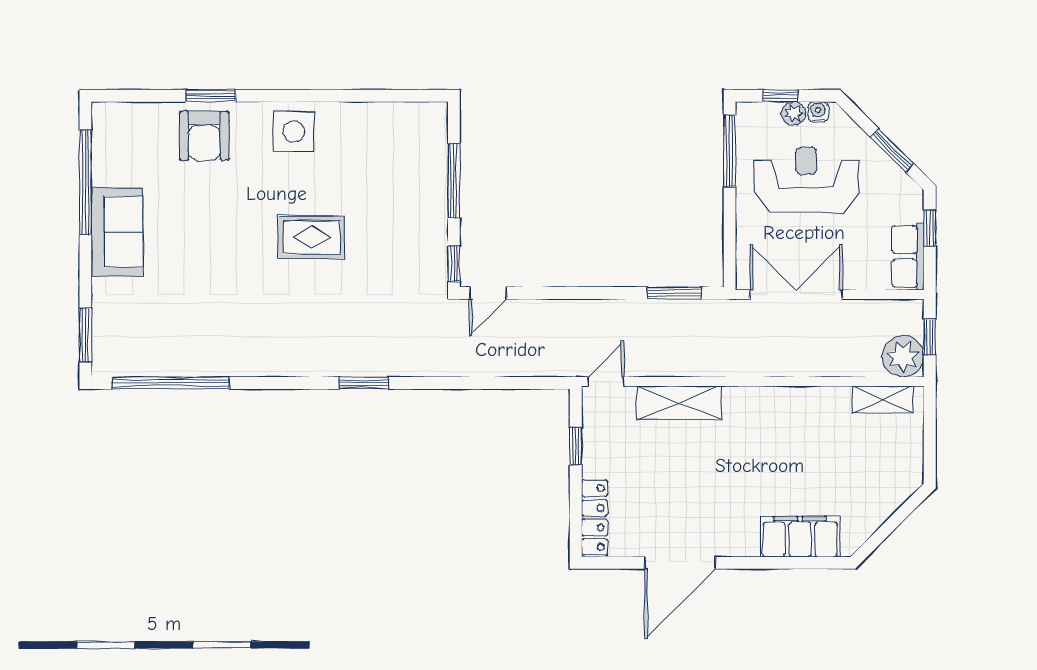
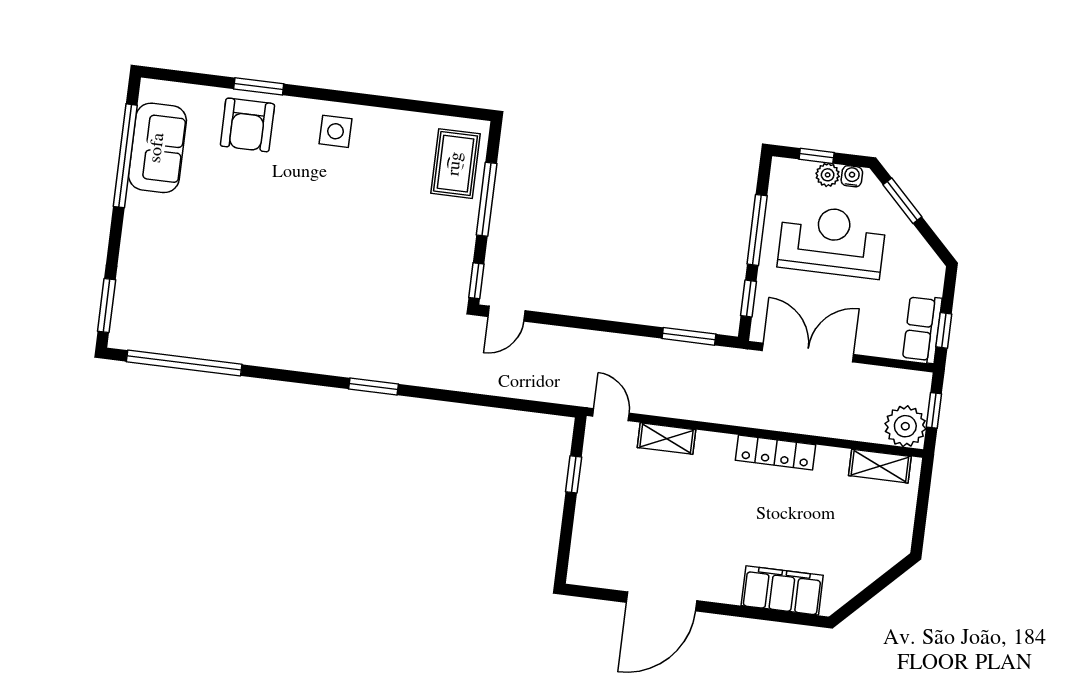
side table: (294, 131) -> (335, 131), width x0.73, depth x0.73
window: (892, 150) -> (902, 201), moved
window: (730, 151) -> (757, 230), moved
window: (930, 228) -> (944, 330), moved
sofa: (117, 232) -> (157, 148), moved
rug: (312, 237) -> (455, 164), moved, turned 90
window: (730, 248) -> (749, 298), added
door: (606, 382) -> (611, 415), hinge flipped
shelving: (679, 403) -> (666, 439), width x0.67, depth x0.75
locker: (595, 518) -> (776, 452), moved, turned 90

